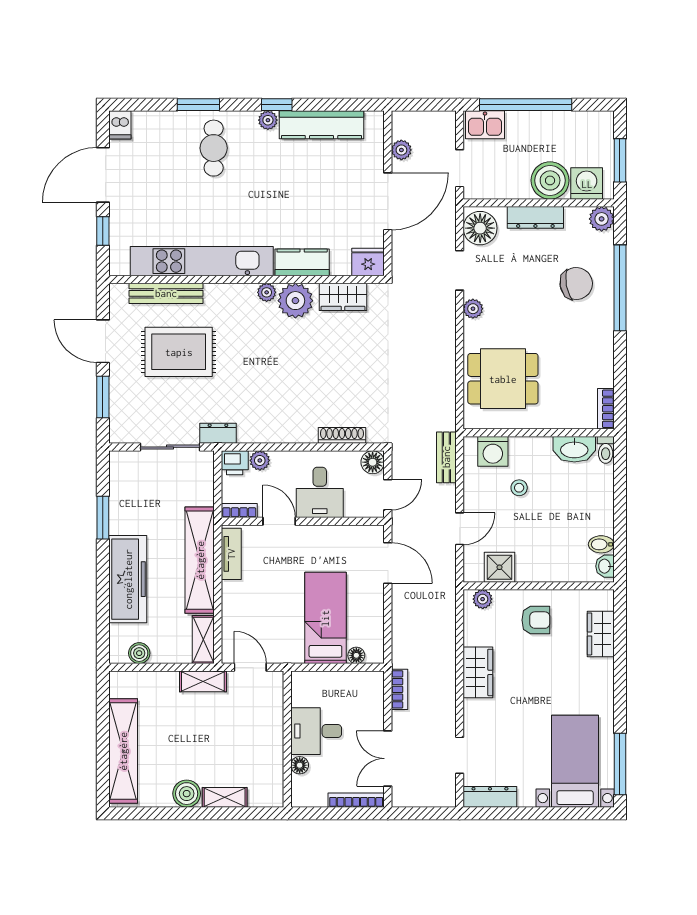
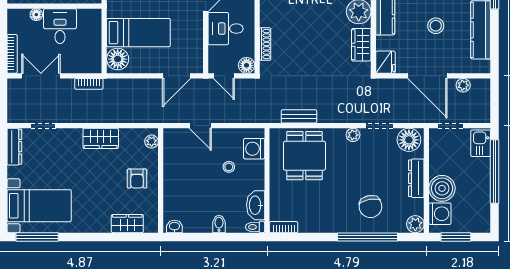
stool: (316, 190) -> (436, 26), added
bench: (446, 457) -> (299, 116), moved
bidet: (601, 544) -> (219, 224), moved
shower: (499, 567) -> (174, 153), removed
floor lamp: (356, 655) -> (118, 59), width x1.89, depth x1.89

